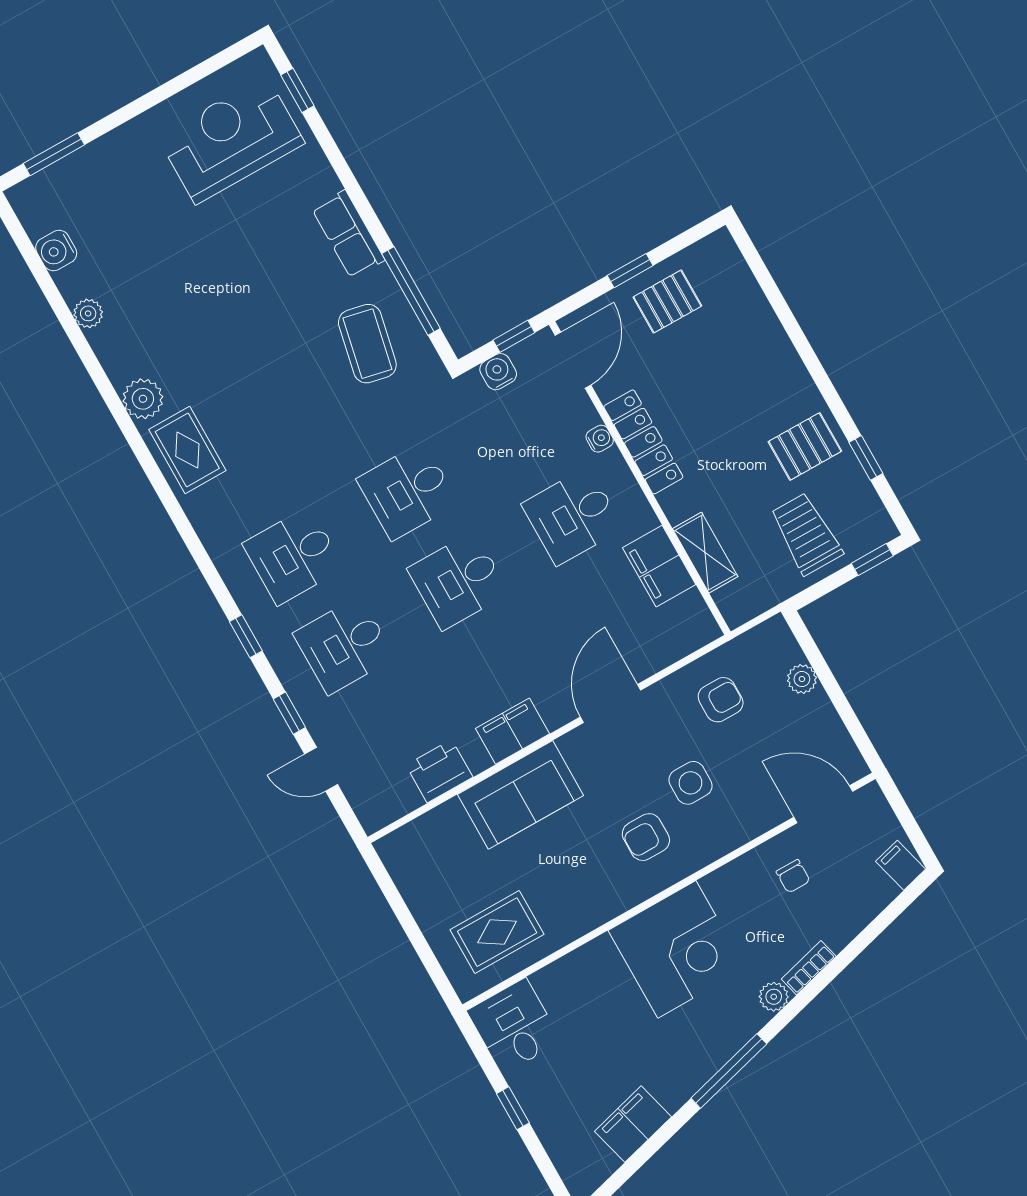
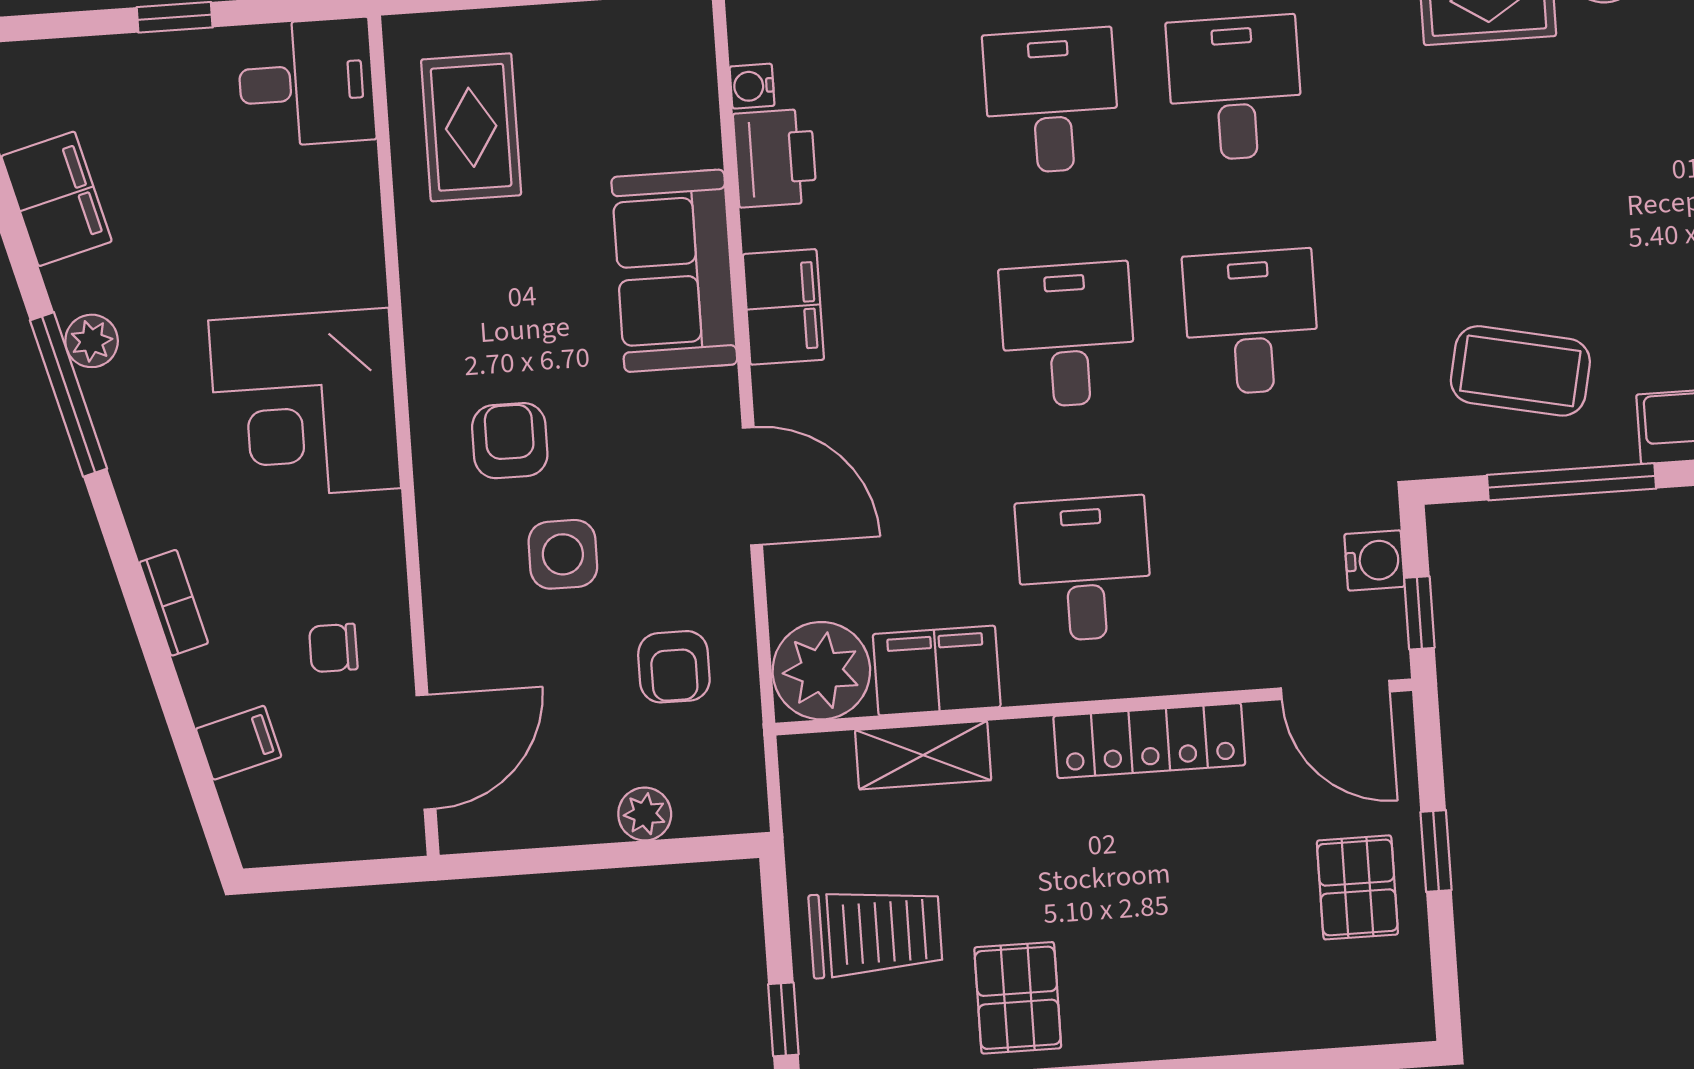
water cooler: (600, 439) -> (752, 86), moved, turned 90
plant: (687, 624) -> (821, 671), added
filing cabinet: (901, 865) -> (239, 743), moved
plant: (774, 997) -> (92, 341), moved

